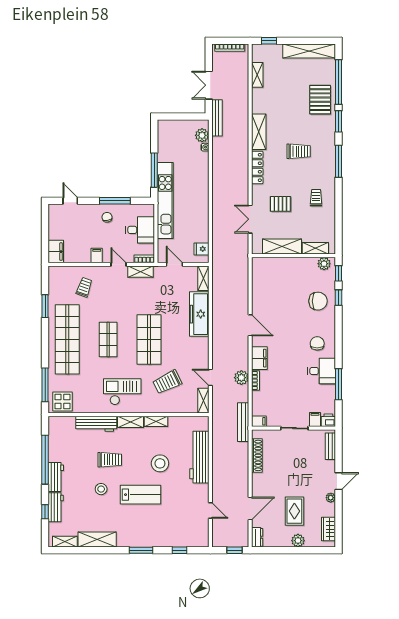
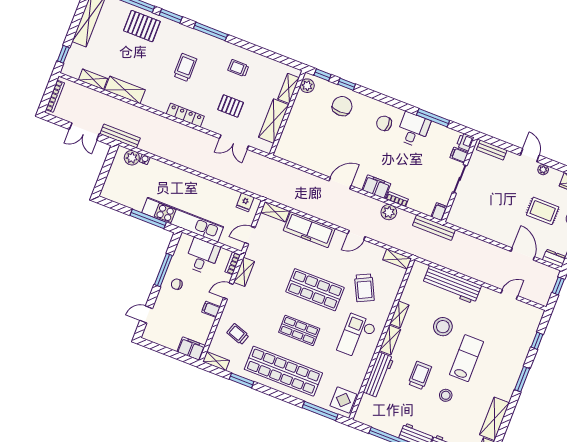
shelving: (259, 132) -> (125, 90), moved
pallet: (280, 204) -> (231, 106), turned 90
shelving: (53, 277) -> (216, 361), added
door: (210, 377) -> (356, 235), moved
shoe rack: (257, 455) -> (472, 227), removed

